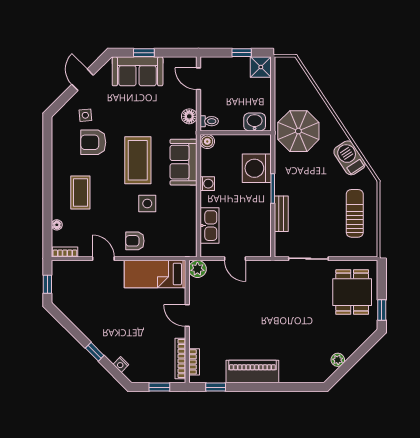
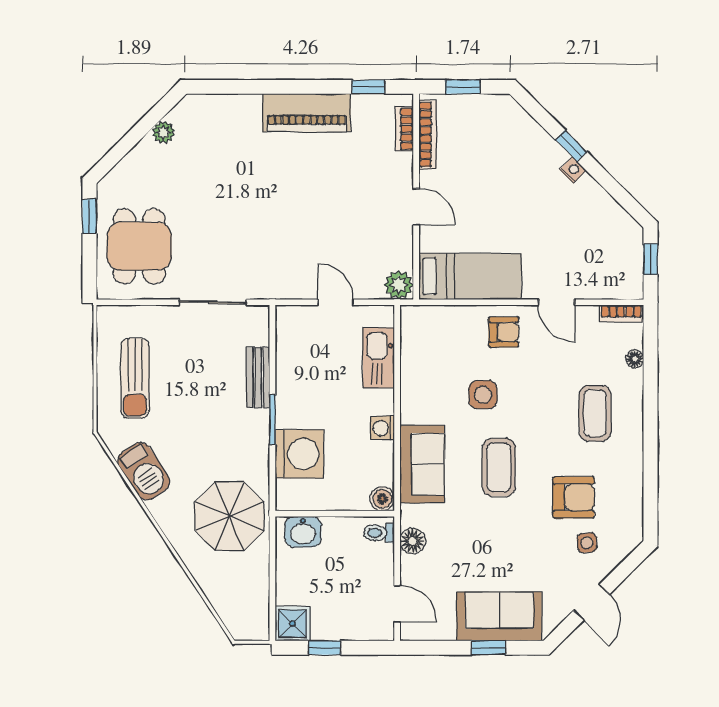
coffee table: (138, 160) -> (499, 467), width x0.73, depth x0.76
nightstand: (121, 364) -> (573, 170), moved

